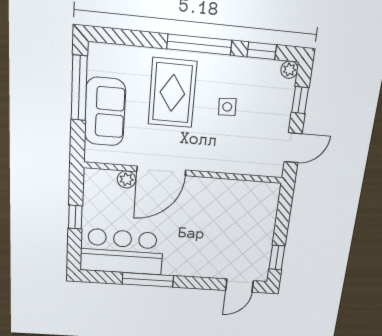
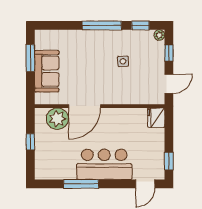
window: (79, 88) -> (30, 58), width x0.69
rug: (172, 93) -> (88, 56), removed
plant: (126, 179) -> (57, 119), width x1.87, depth x1.87
fridge: (267, 196) -> (156, 118), added
bar counter: (122, 252) -> (104, 164), moved

